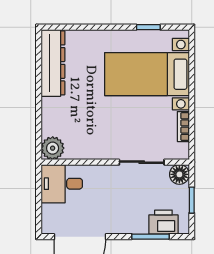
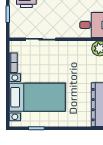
floor lamp: (179, 174) -> (16, 31), removed

